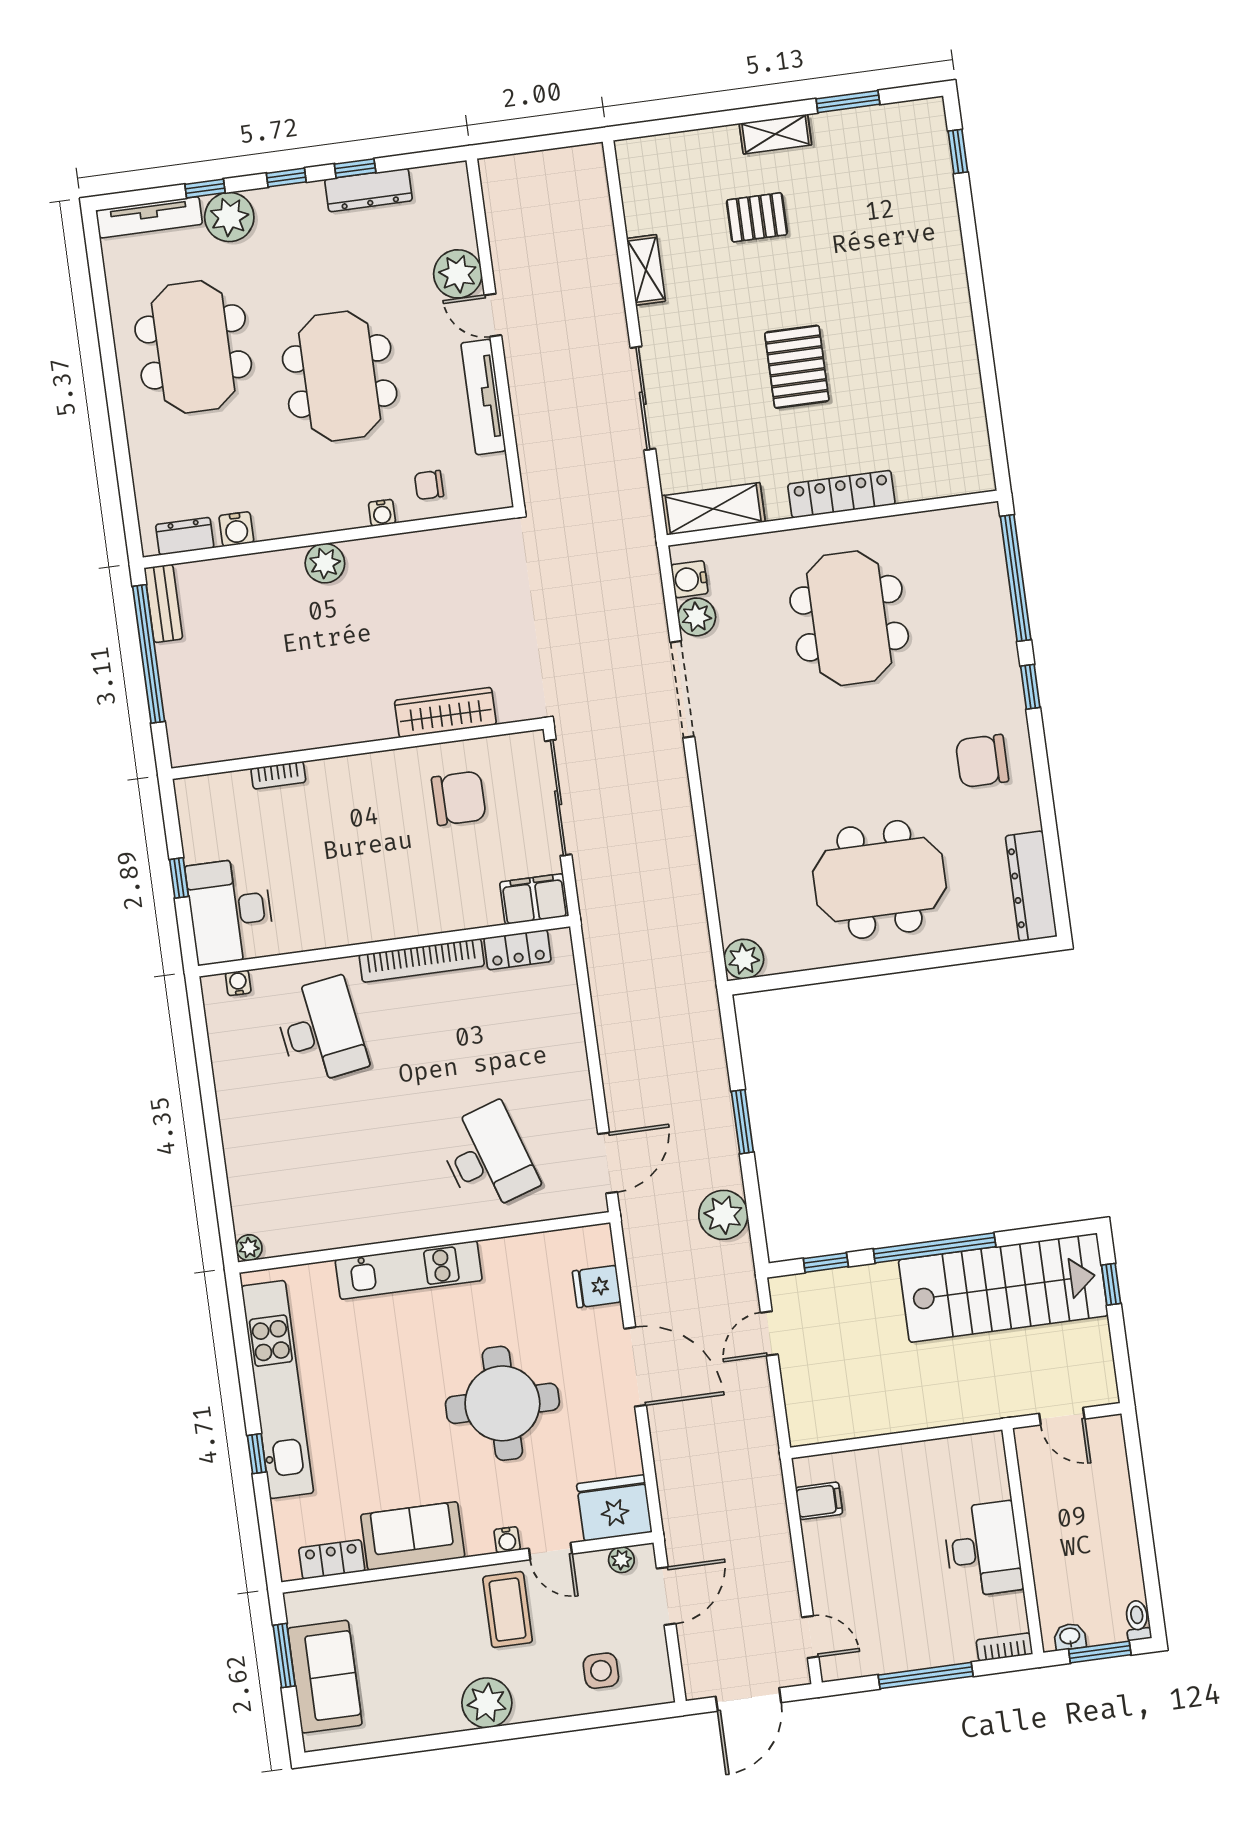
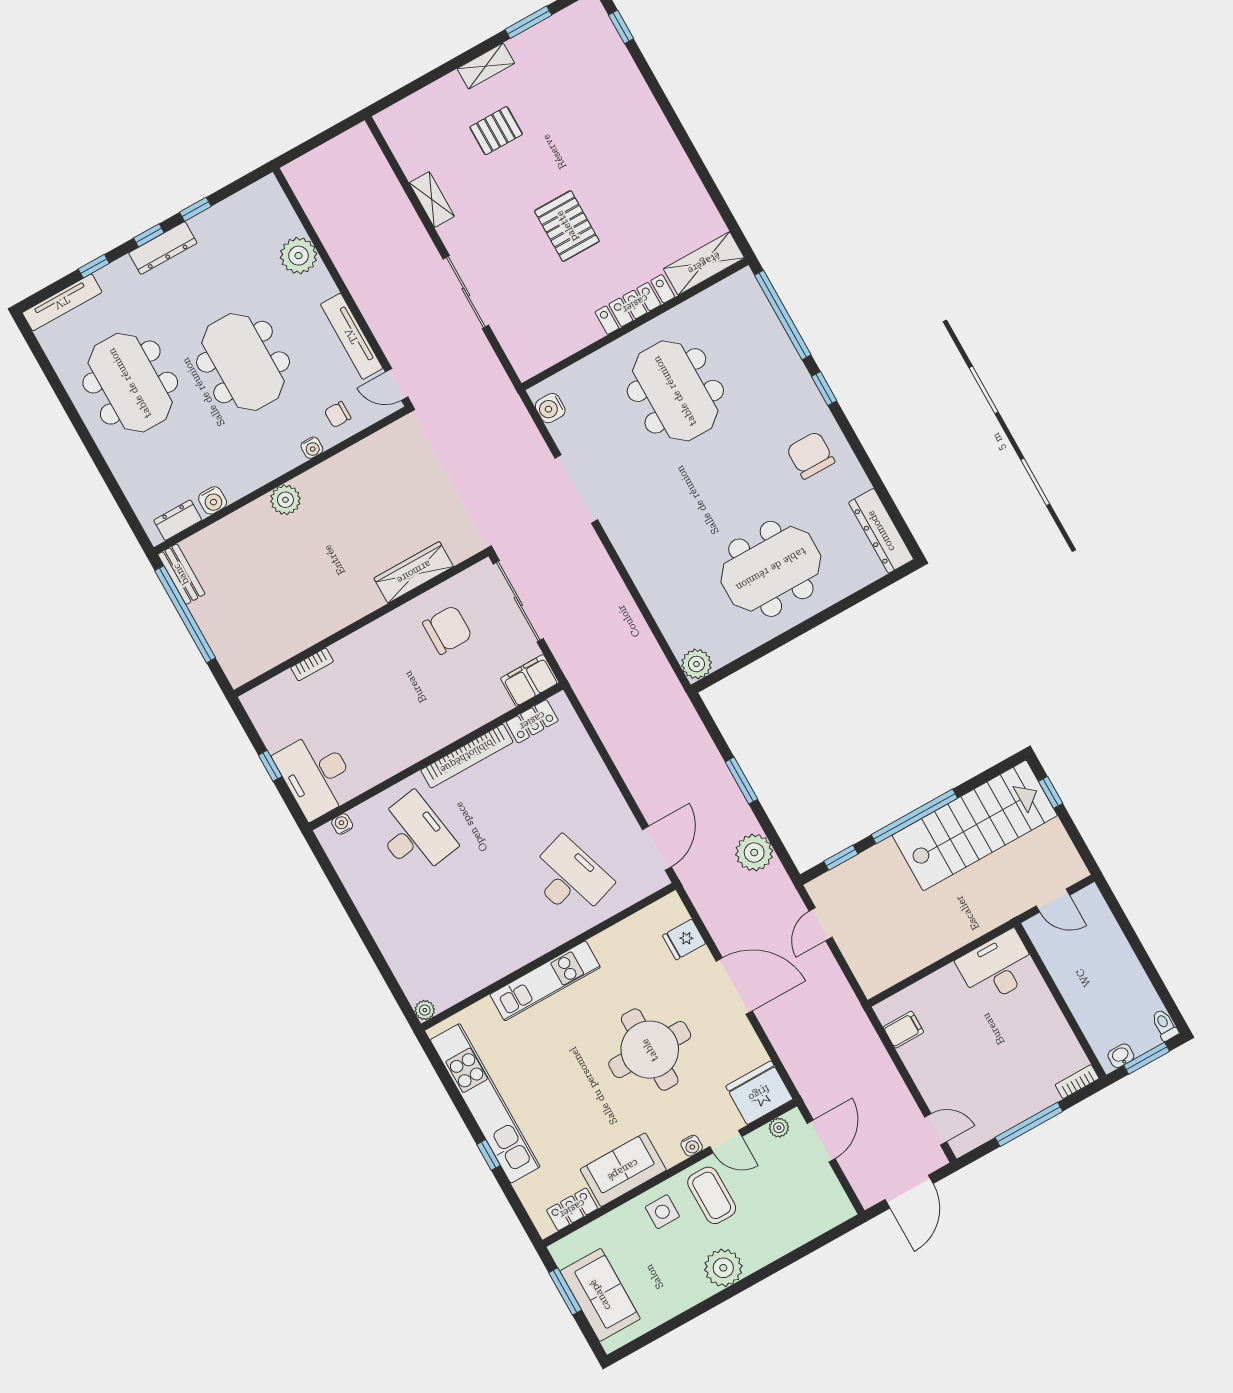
dresser: (369, 190) -> (163, 248), moved
plant: (229, 217) -> (119, 280), removed
door: (493, 315) -> (397, 384), moved
shelving: (713, 509) -> (704, 263), moved
plant: (697, 617) -> (566, 433), removed
chair: (982, 761) -> (811, 455), turned 90
desk: (983, 1549) -> (997, 968), moved, turned -90
side table: (601, 1671) -> (662, 1212), moved

